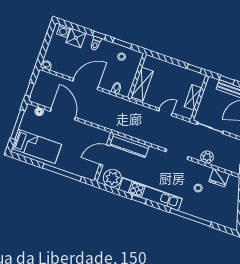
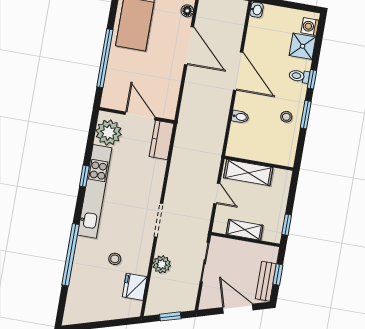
wall: (137, 76) -> (259, 163), moved
shelving: (142, 84) -> (248, 173), moved
door: (63, 114) -> (189, 46), hinge flipped
kitchen counter: (129, 145) -> (161, 140), width x0.67

